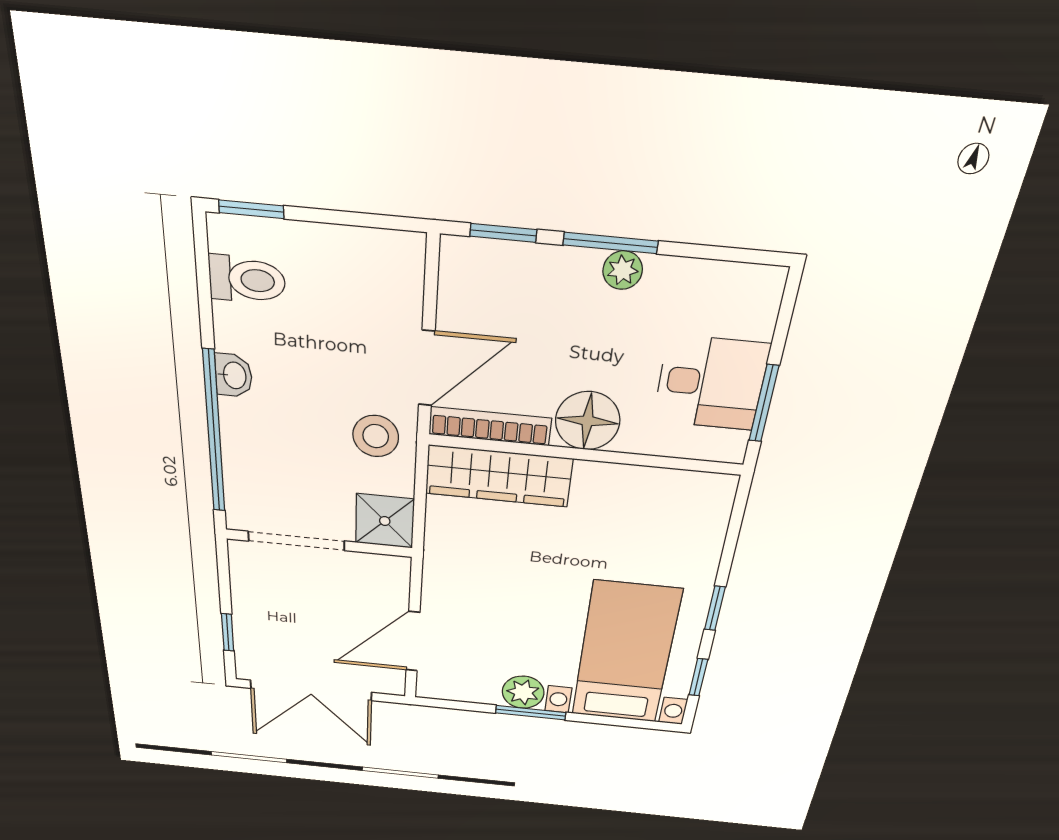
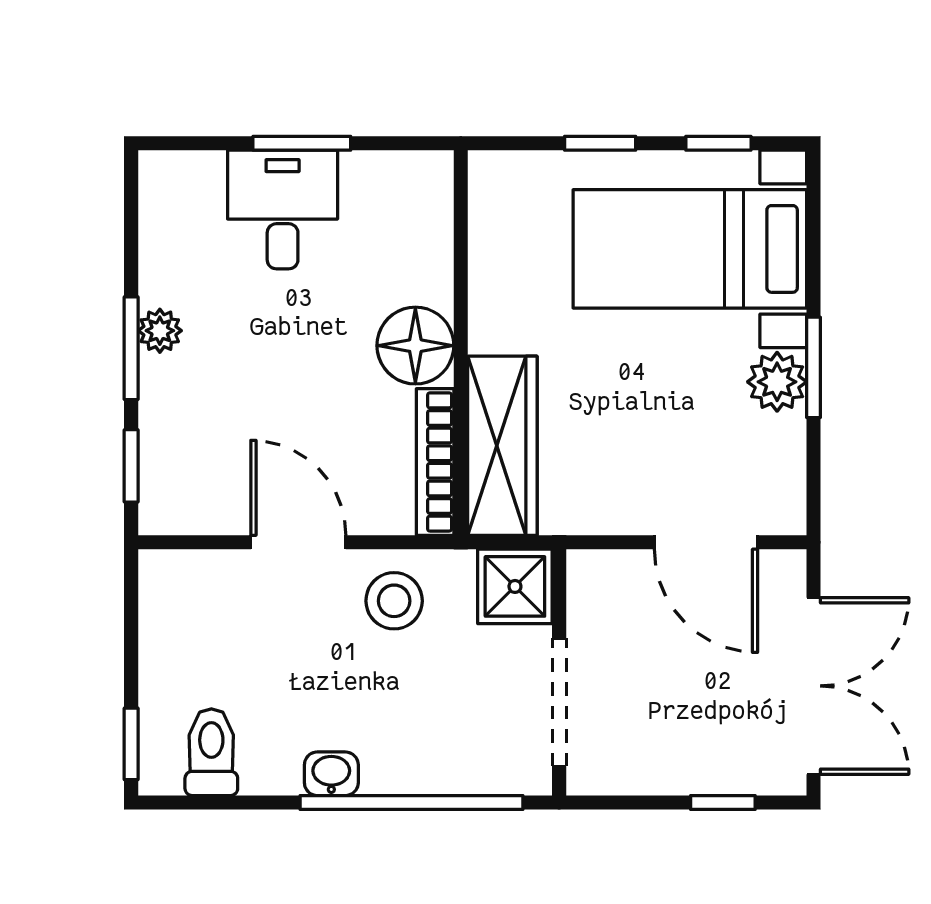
floor lamp: (588, 421) -> (415, 346), moved
bookcase: (490, 426) -> (435, 462), moved
wall: (585, 455) -> (461, 343), moved
wardrobe: (499, 476) -> (502, 446), moved

